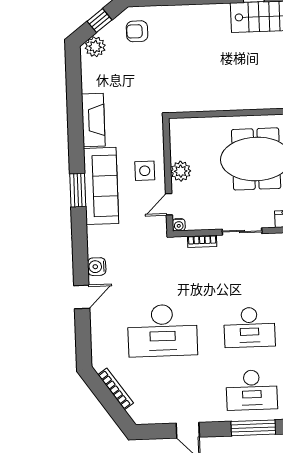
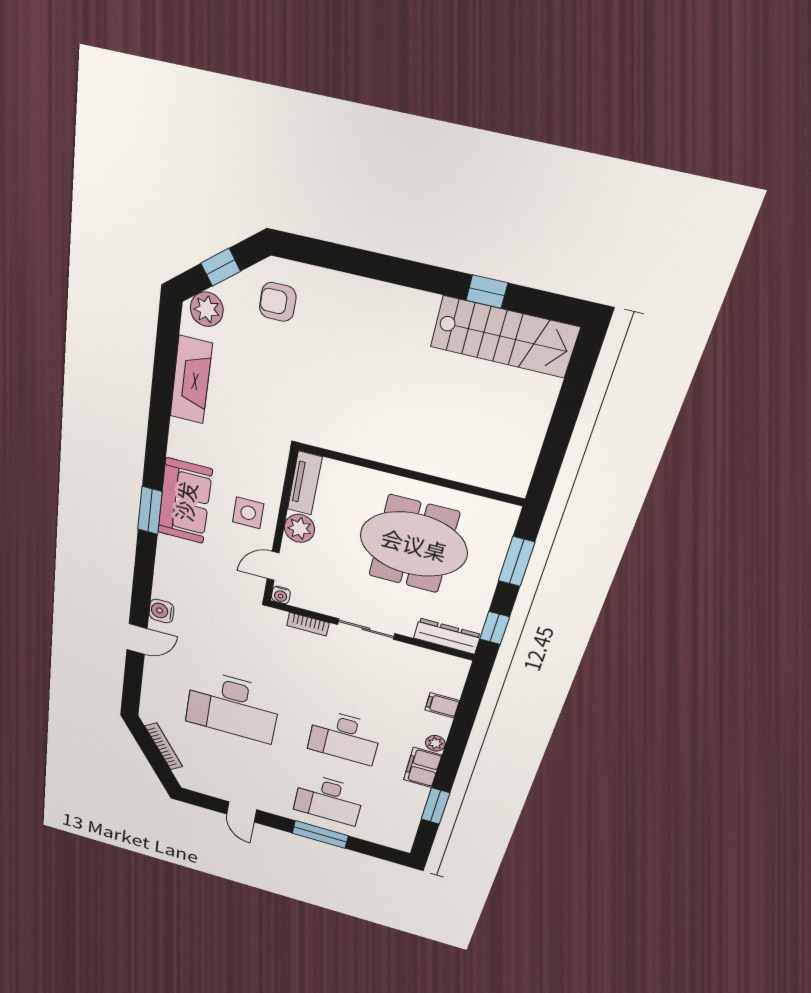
fireplace: (93, 120) -> (191, 380), moved
tv unit: (177, 139) -> (305, 483), added
sofa: (101, 186) -> (185, 501), width x0.73

